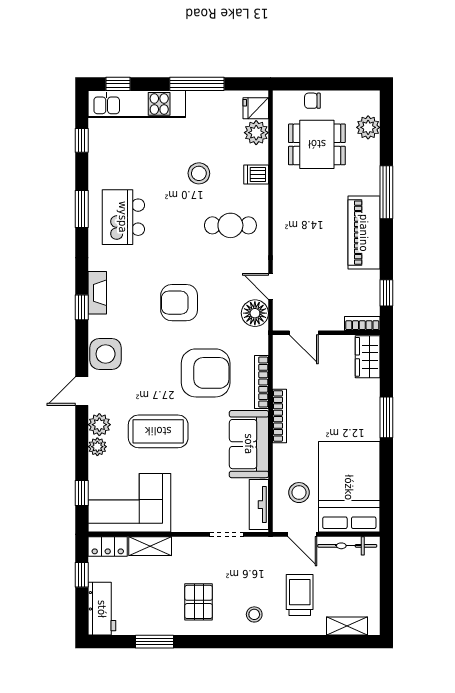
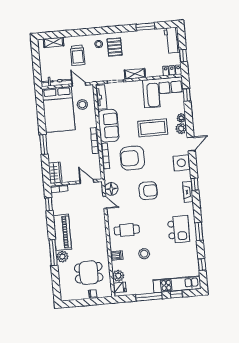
window: (118, 84) -> (176, 294), moved
plant: (368, 127) -> (62, 257), moved
shelving: (150, 546) -> (135, 74), moved
pallet: (199, 602) -> (115, 47), moved

